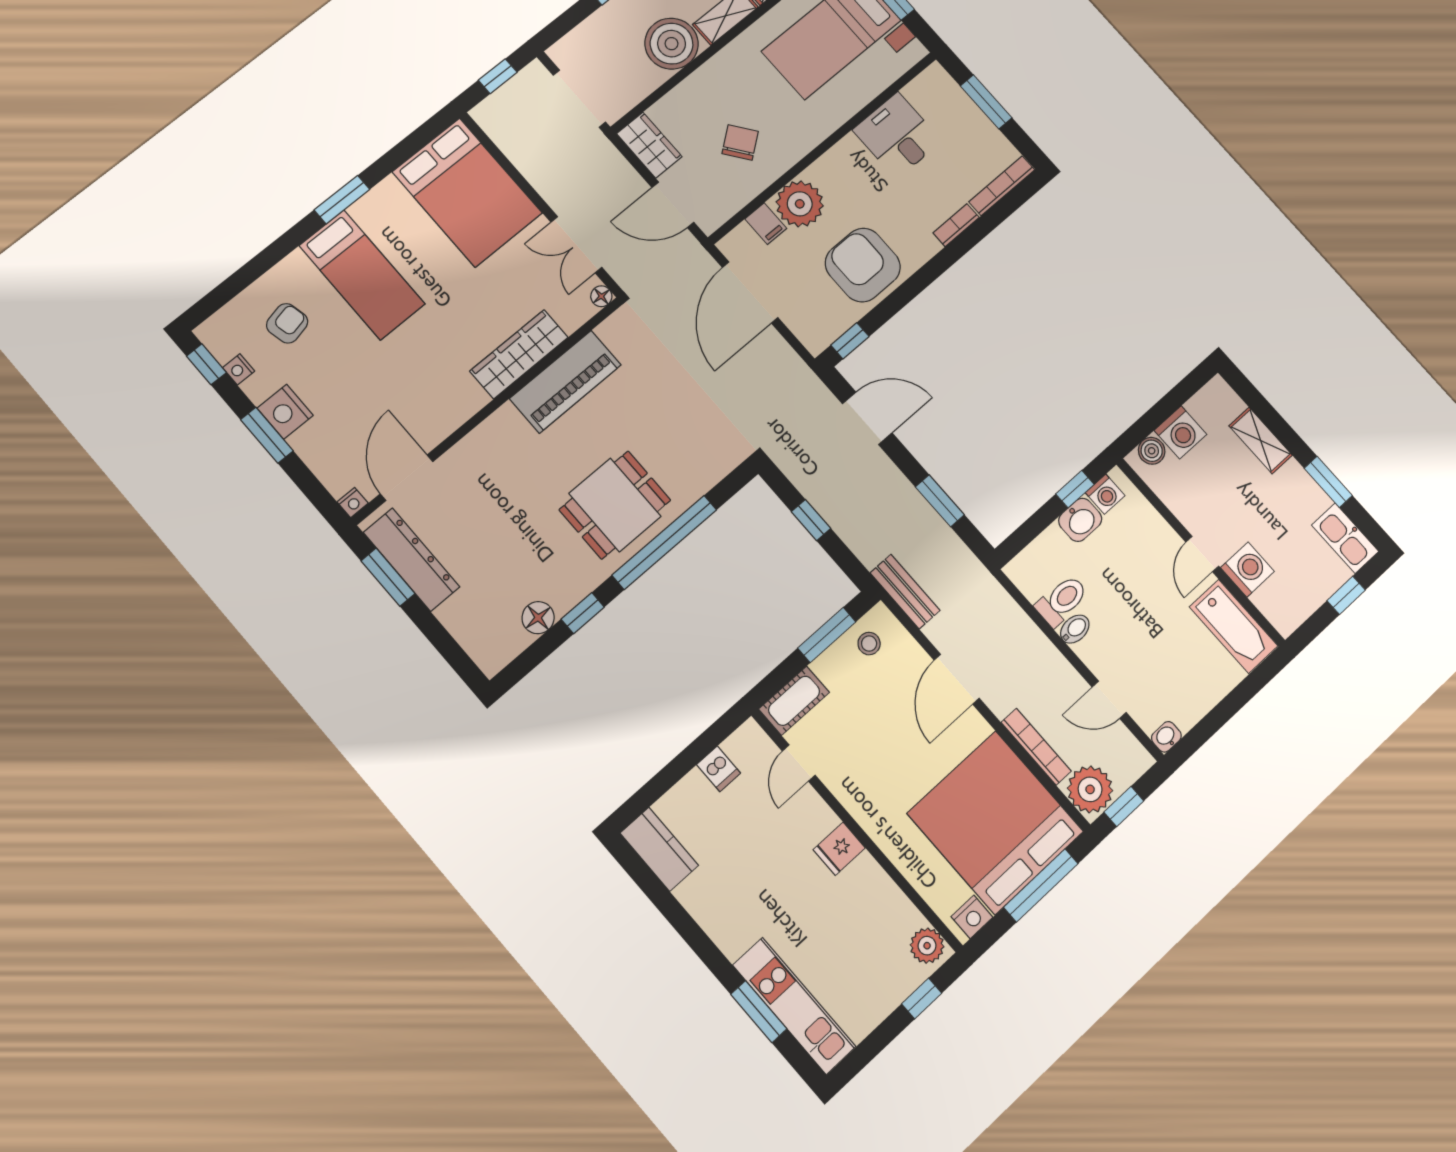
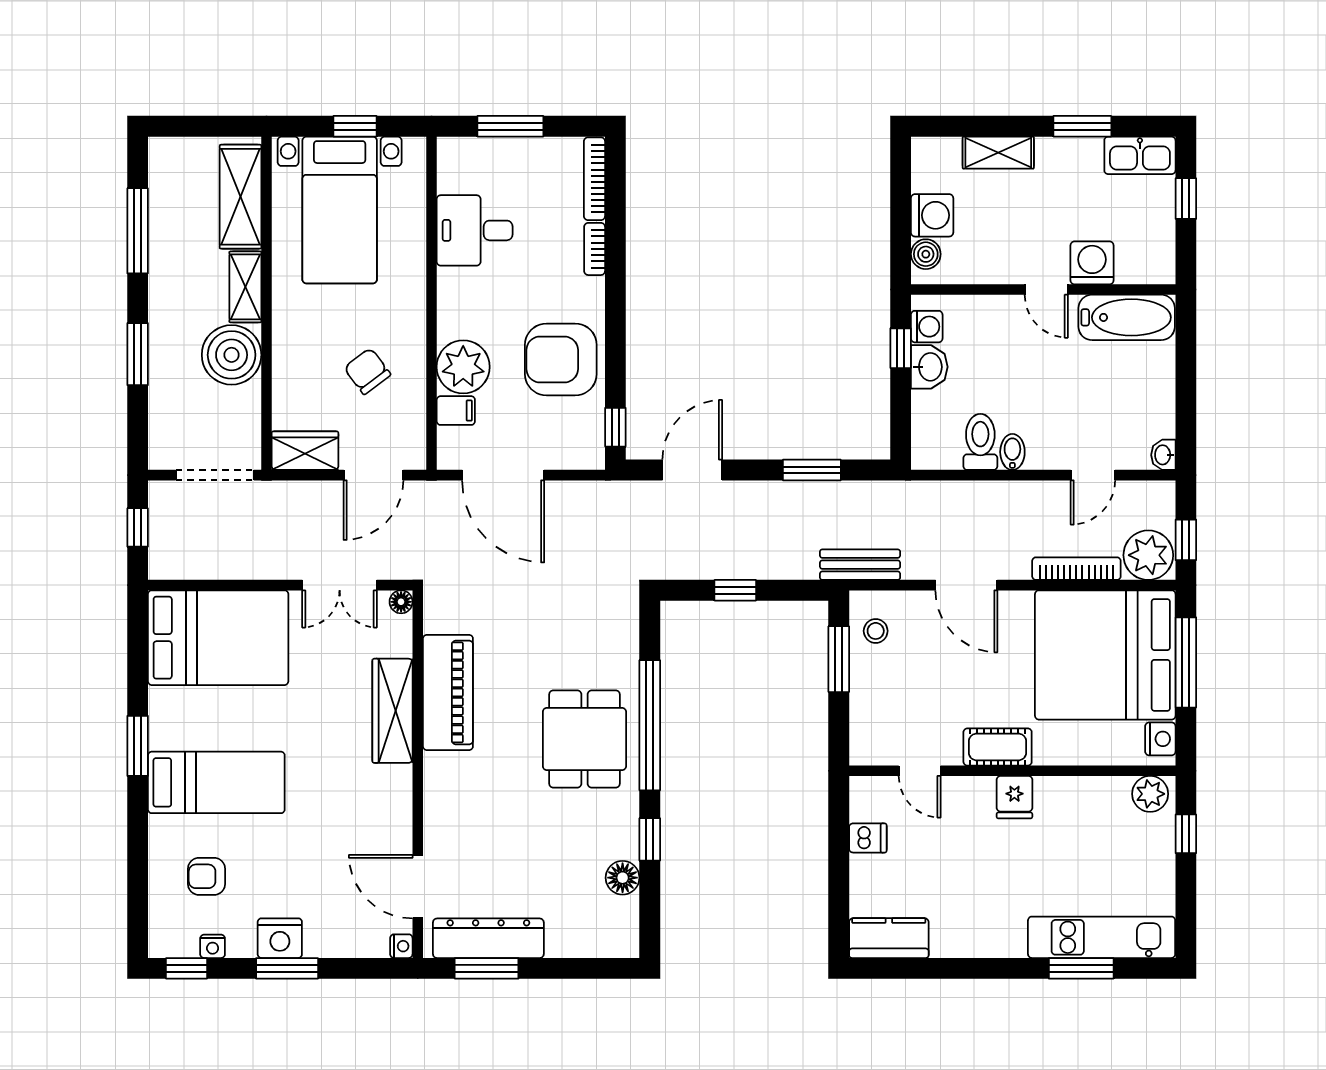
armchair: (287, 323) -> (206, 876), turned -77
cot: (794, 701) -> (998, 747), moved, turned 90

